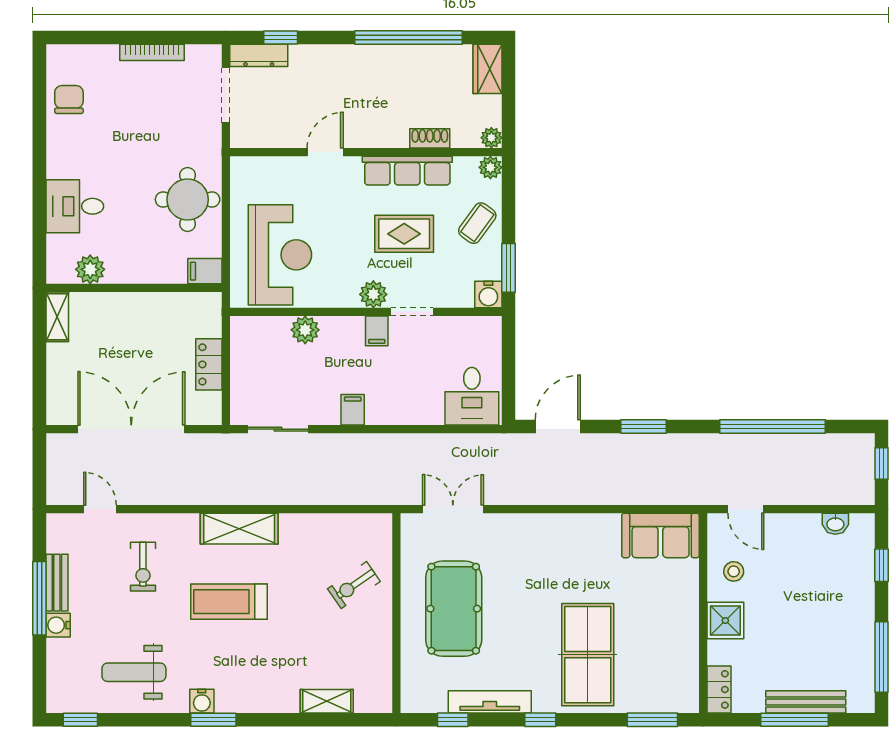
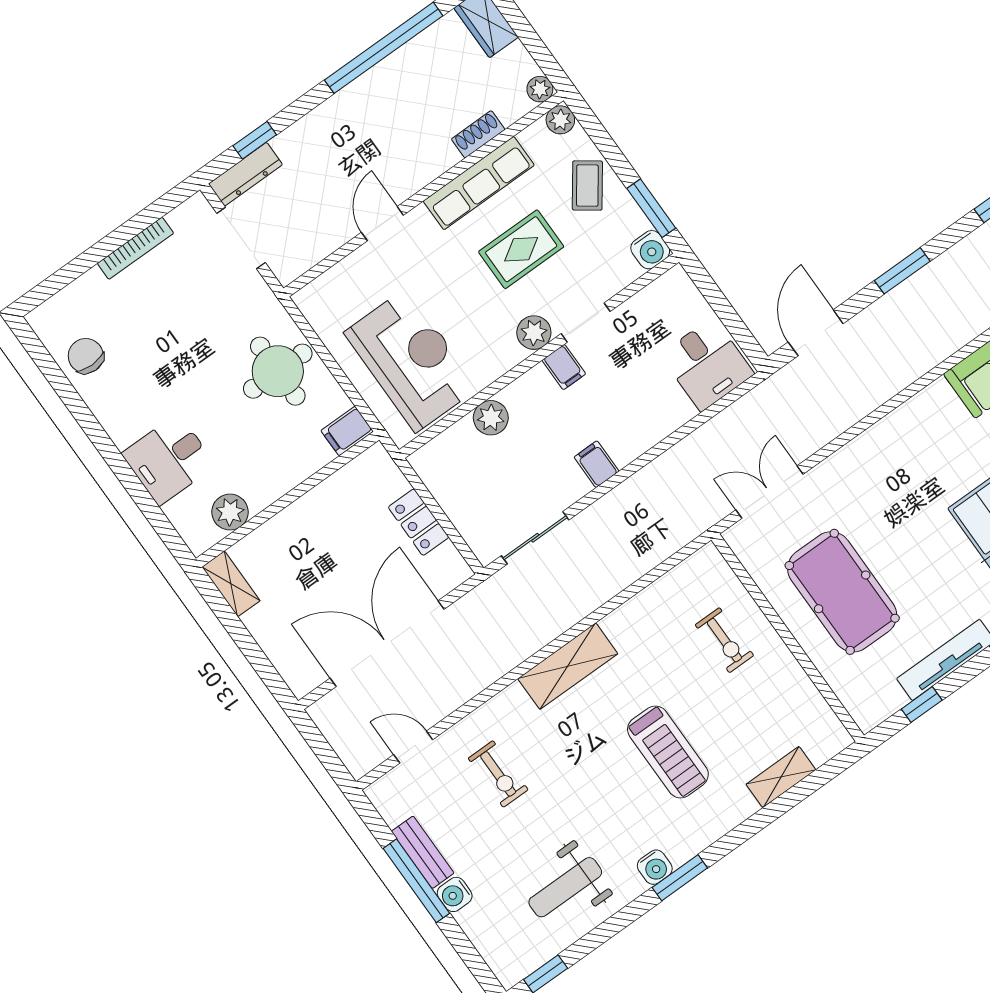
exercise bike: (354, 585) -> (724, 640), turned -55
treadmill: (229, 602) -> (668, 752), moved, turned -90

